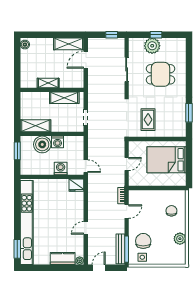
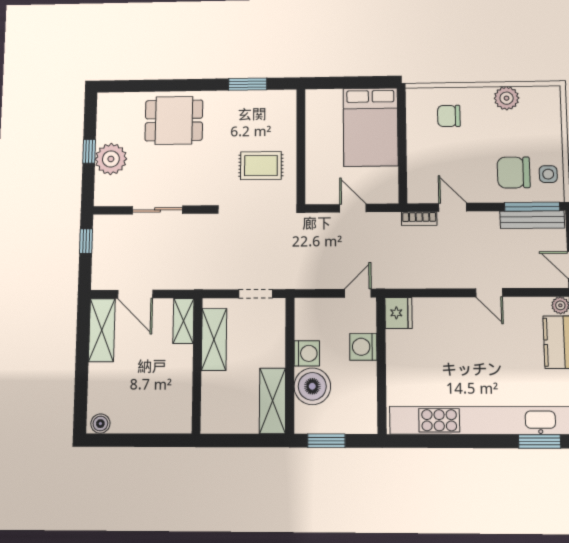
dining table: (160, 74) -> (174, 120), moved, turned 90
shelving: (48, 83) -> (183, 321), moved
bed: (166, 160) -> (371, 127), moved

